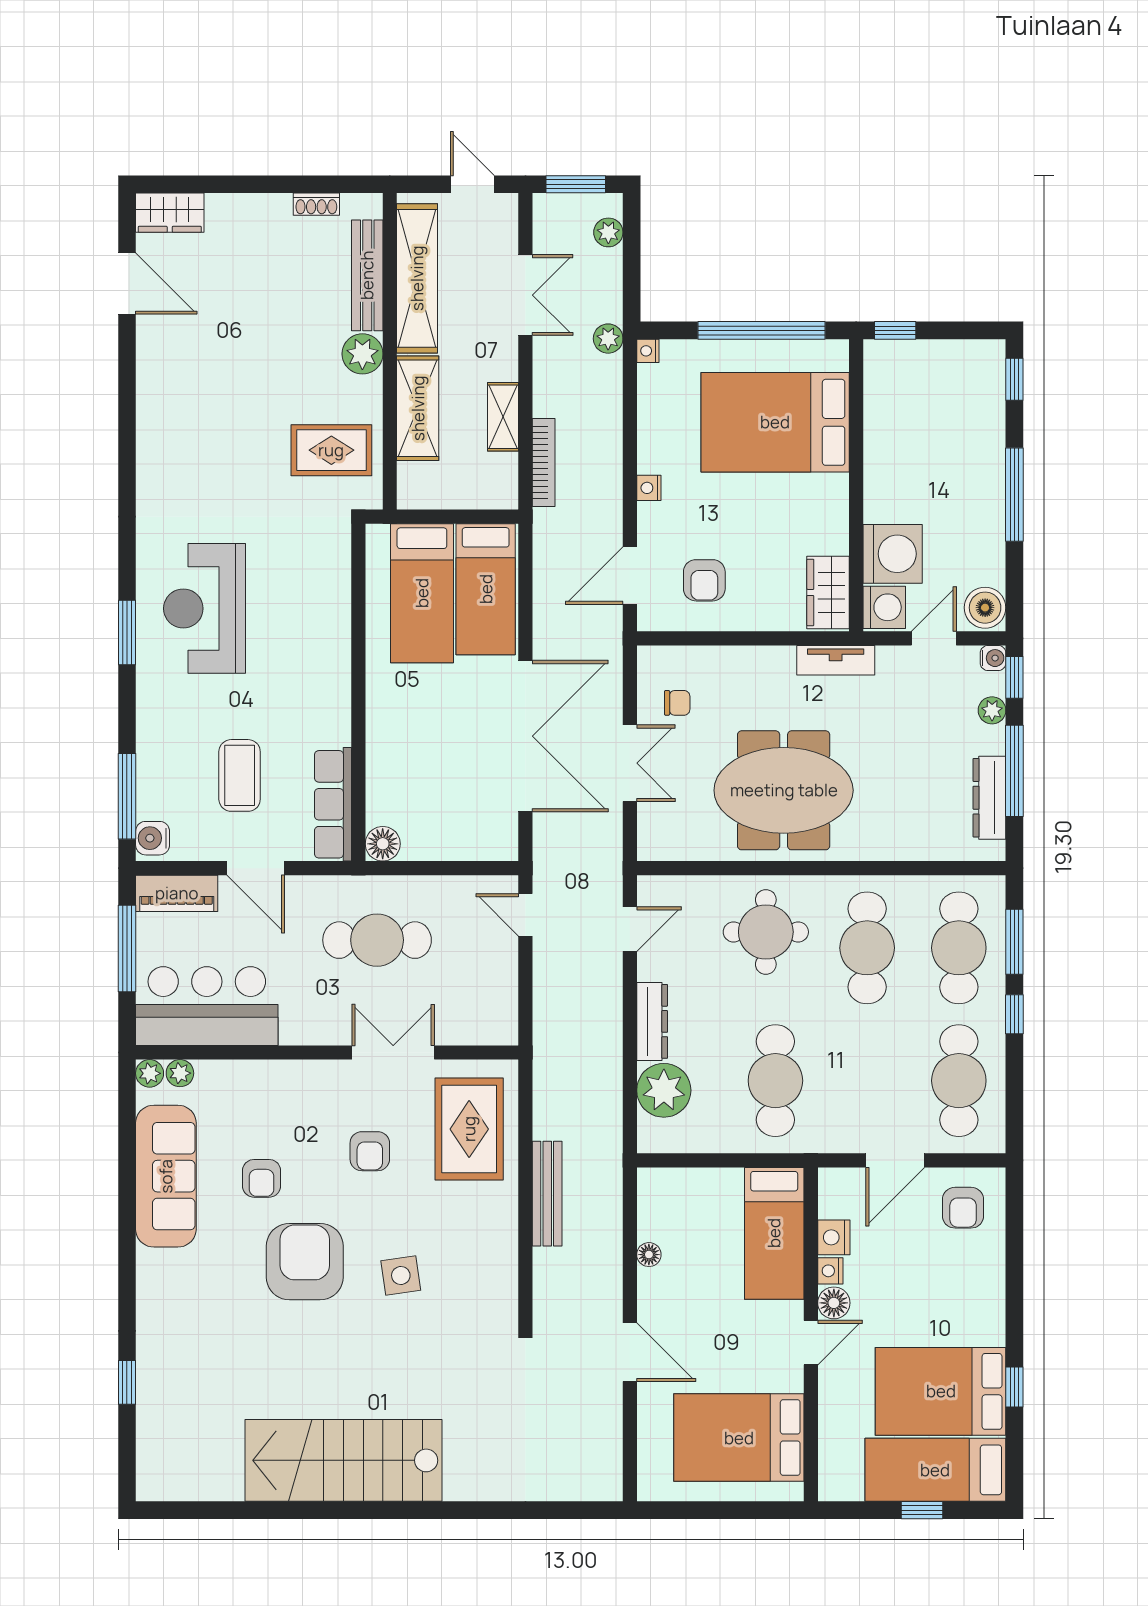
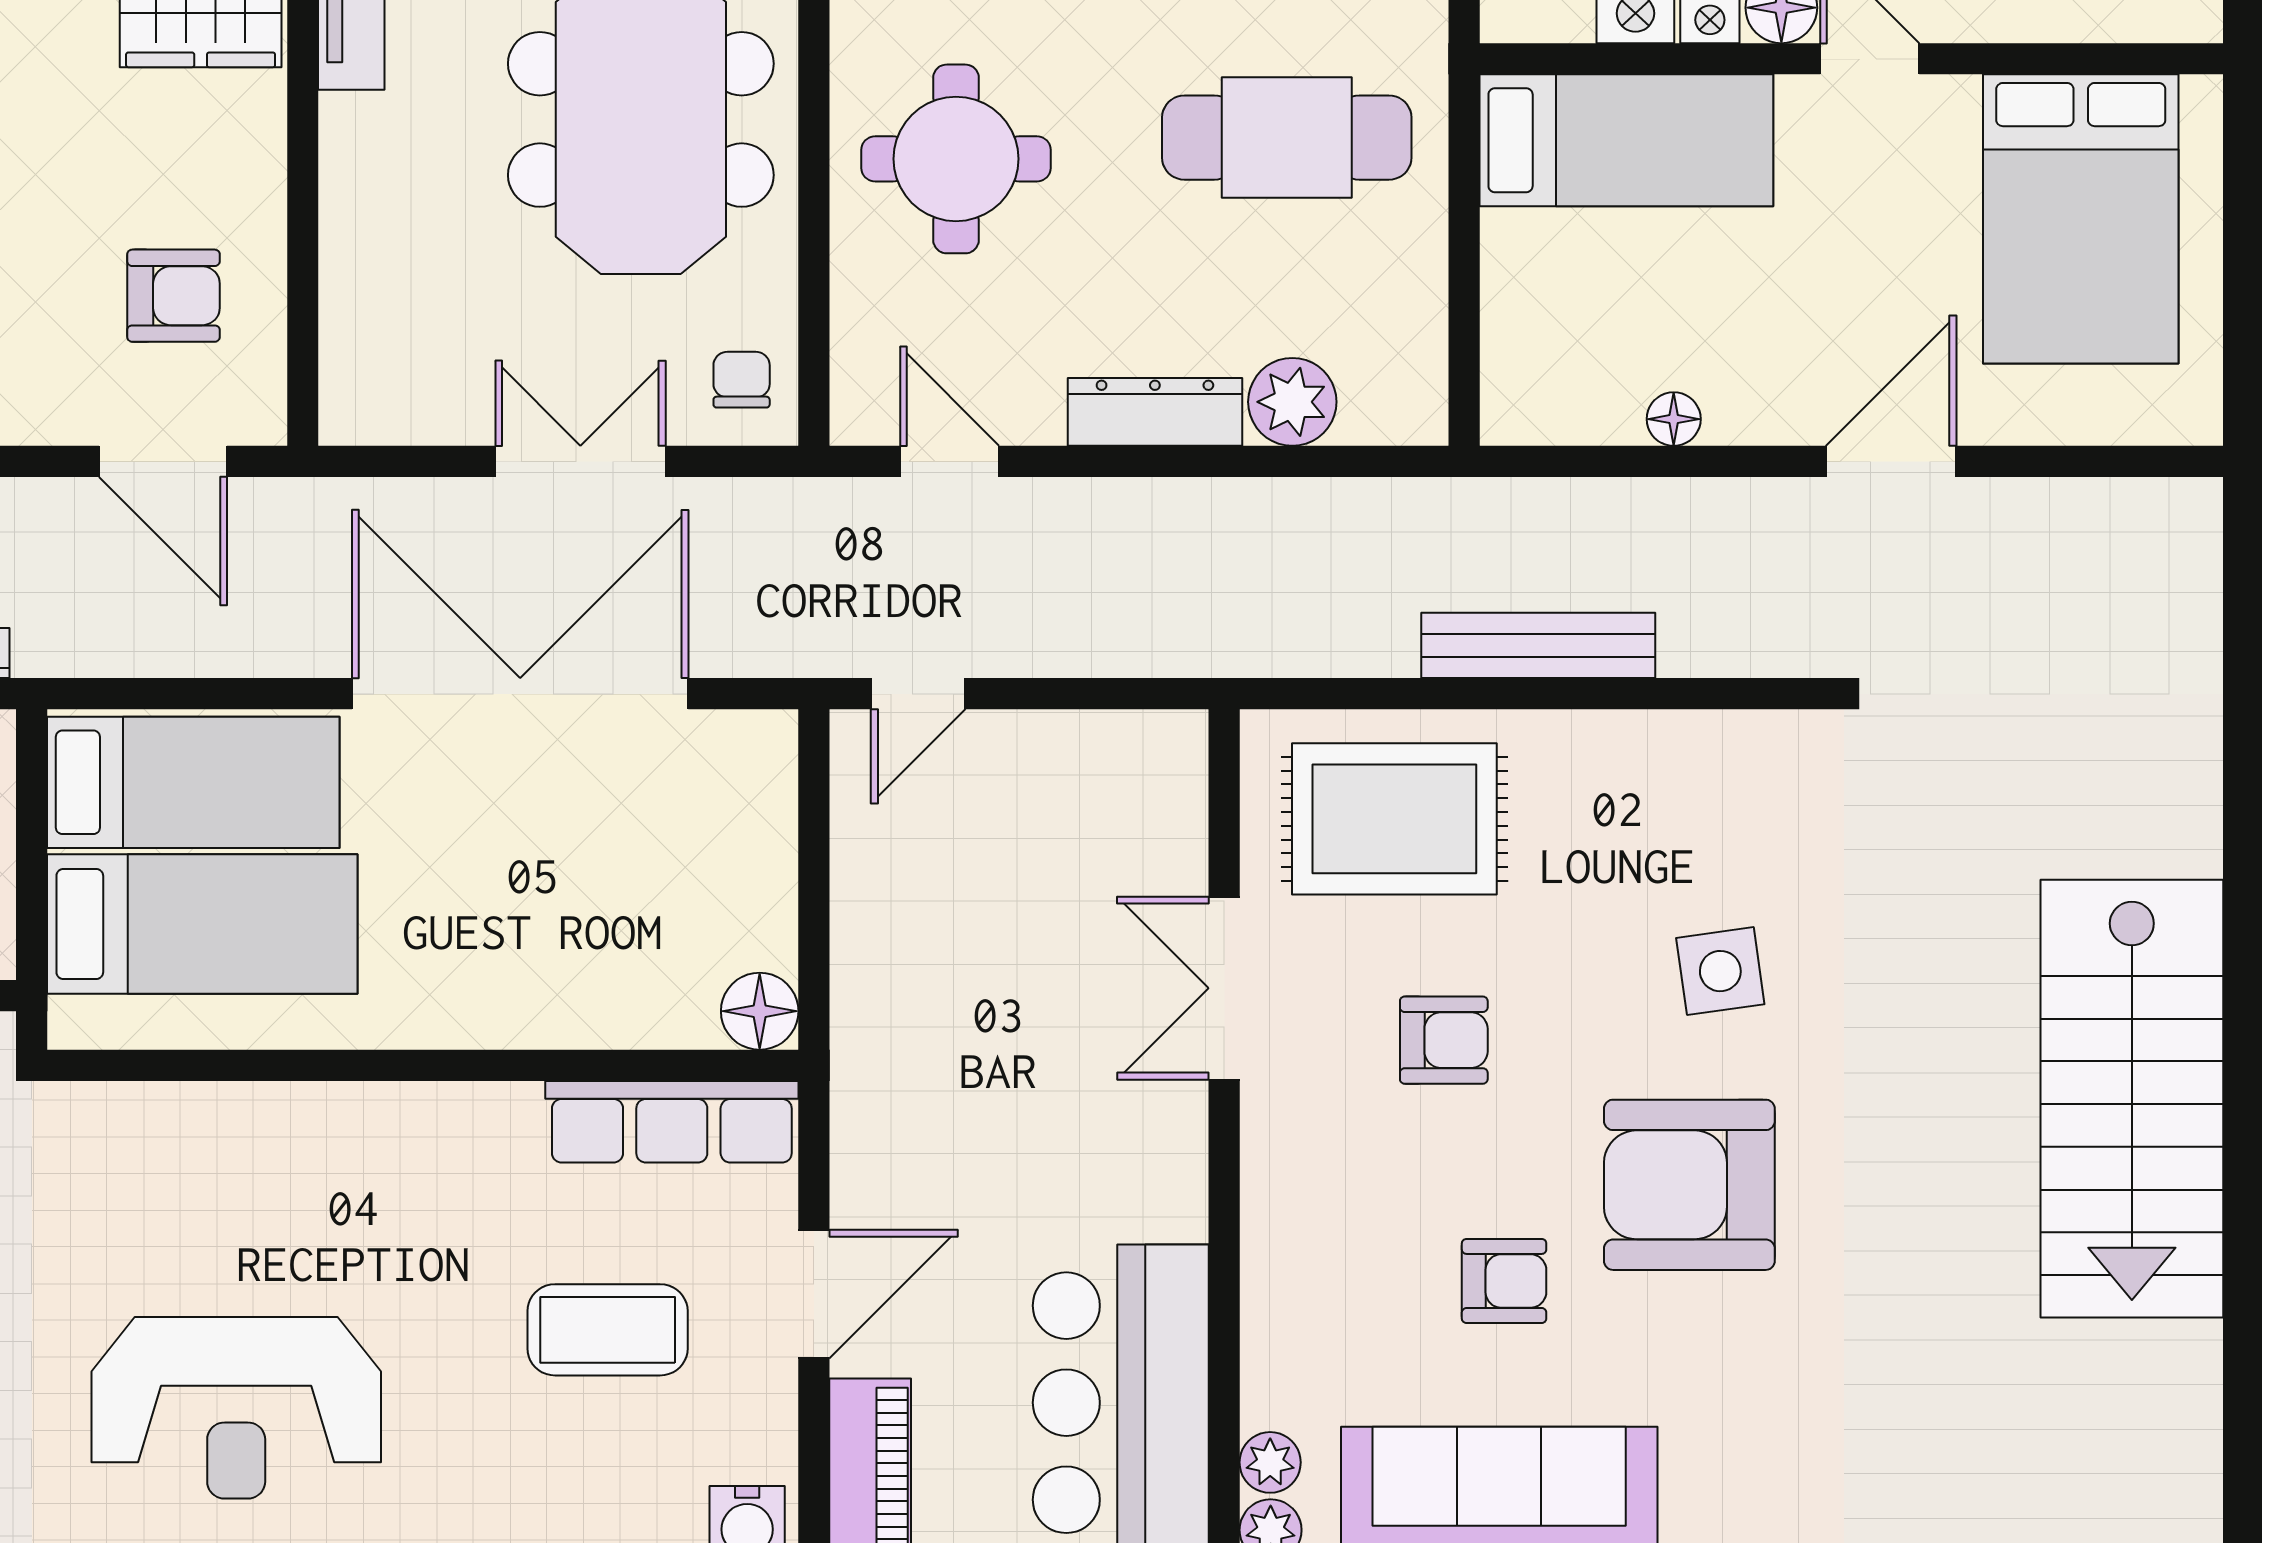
chair: (677, 703) -> (742, 380), moved
cafe table: (377, 940) -> (974, 1024), removed
plant: (664, 1090) -> (1292, 402), width x0.73, depth x0.73

